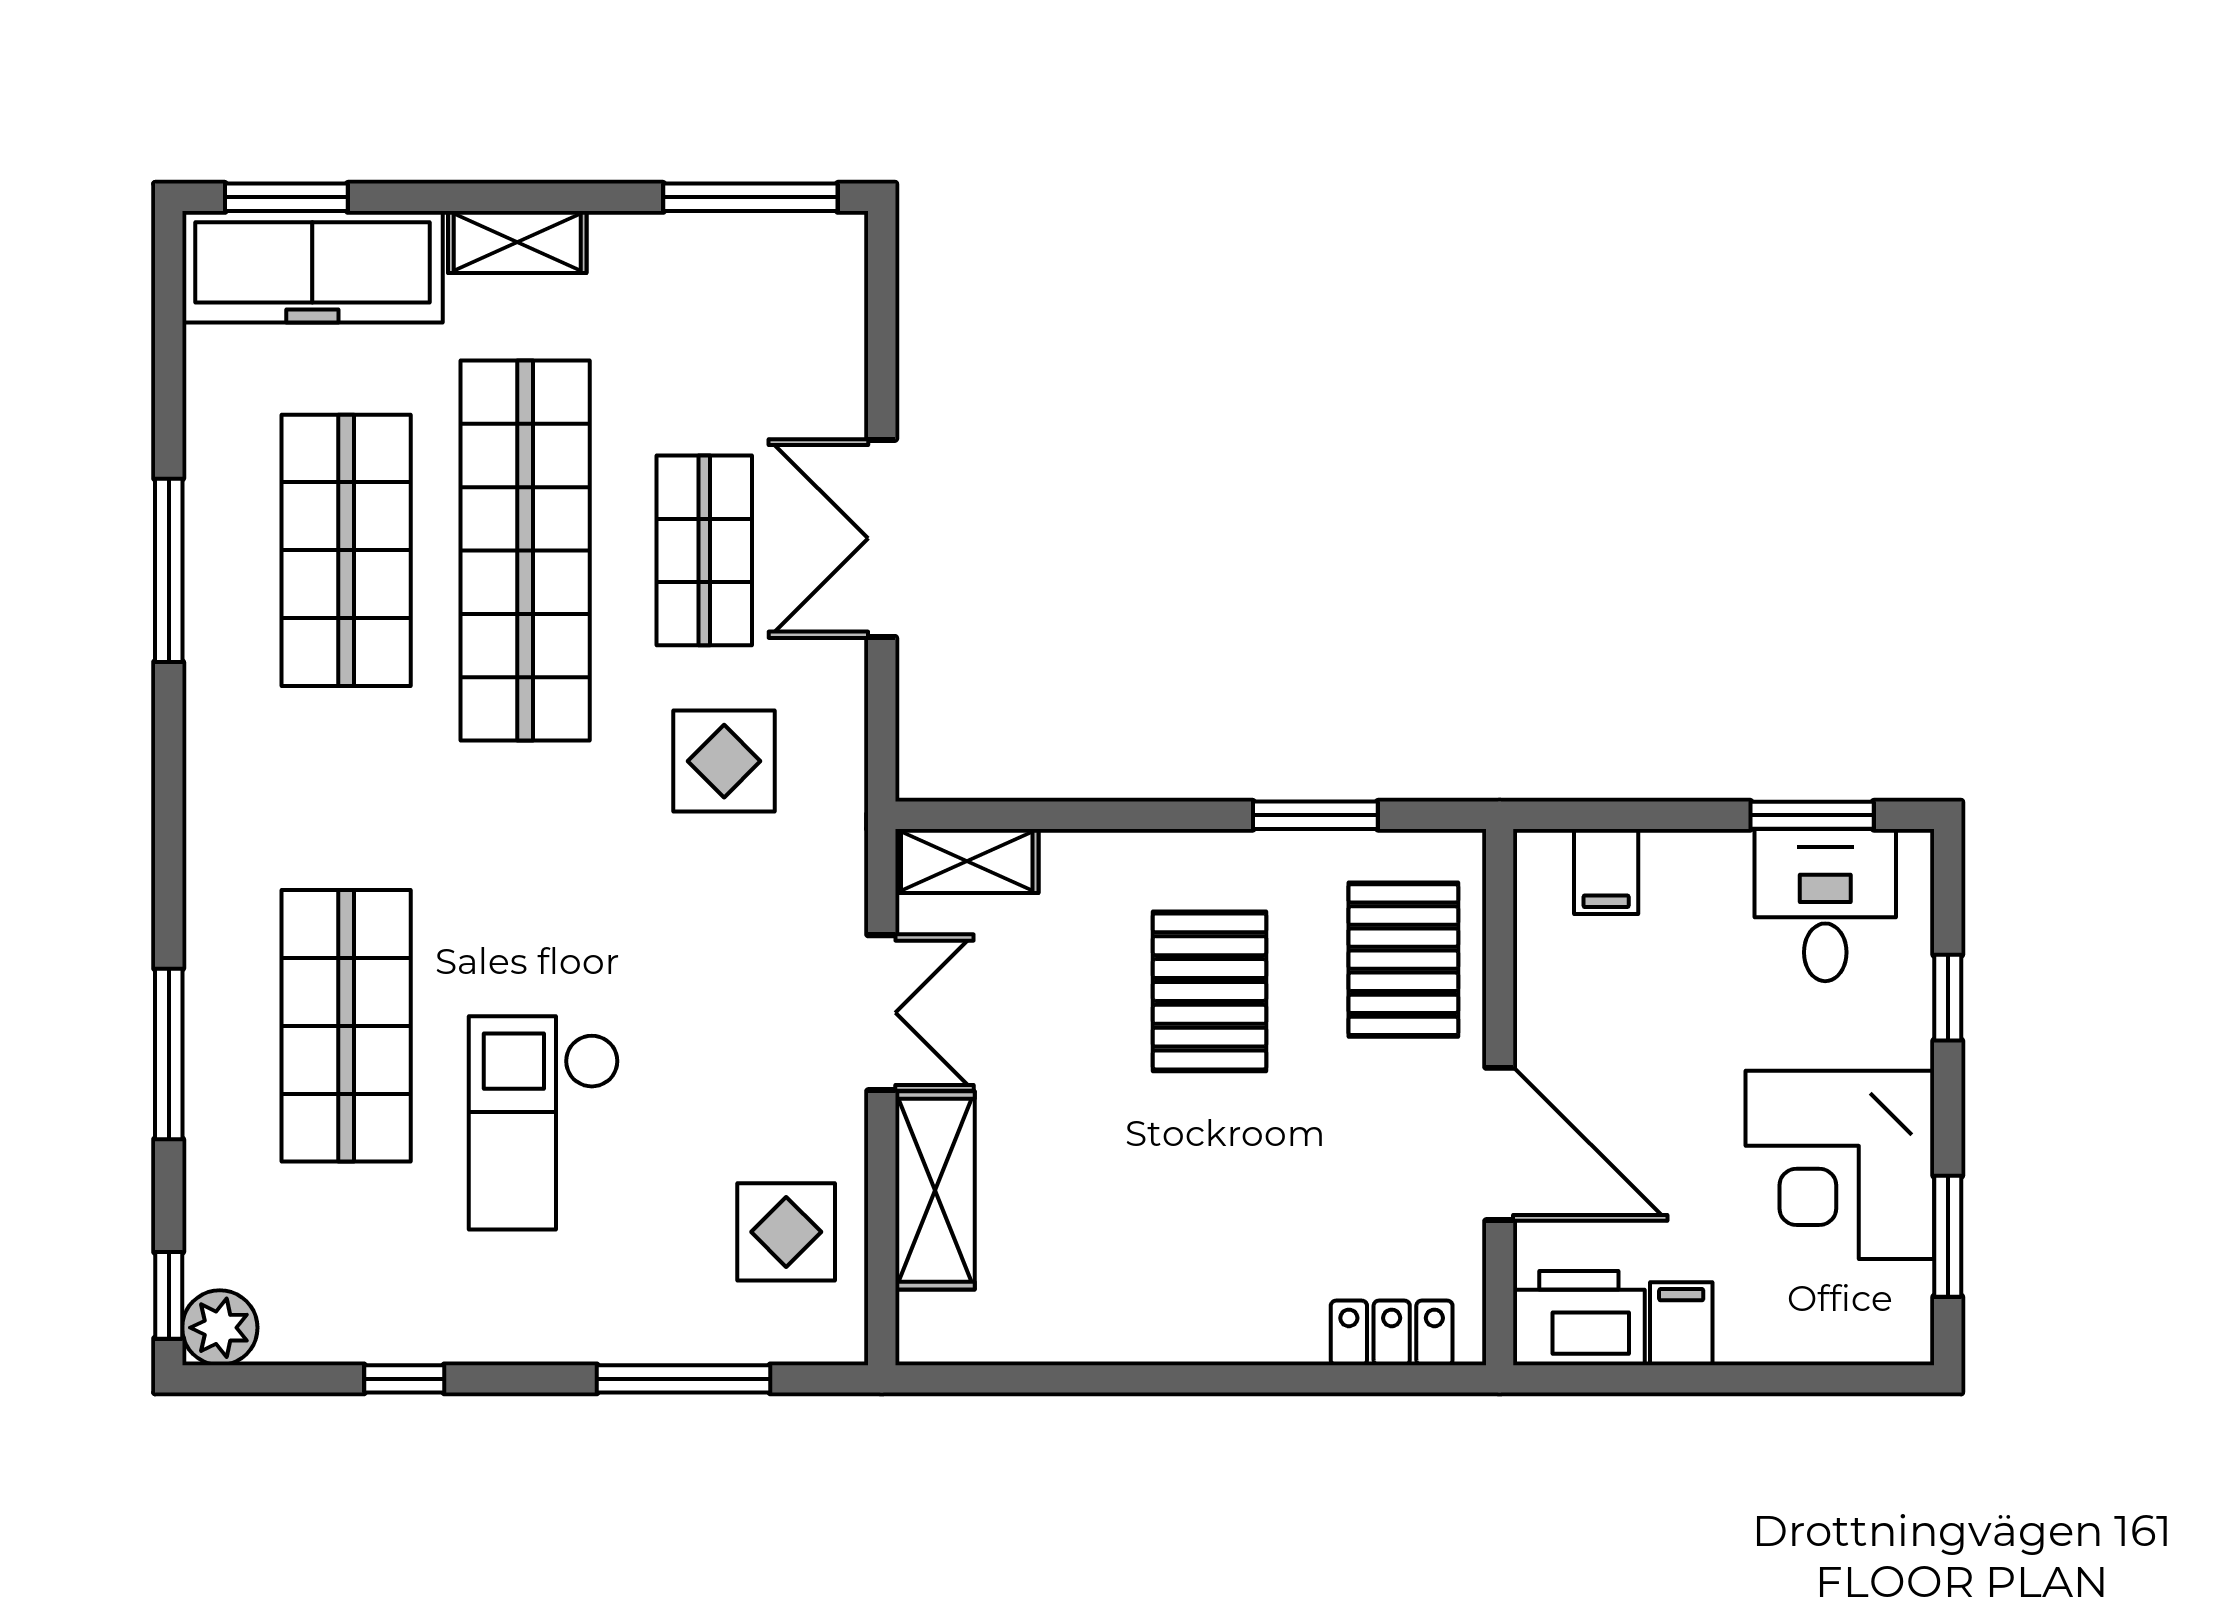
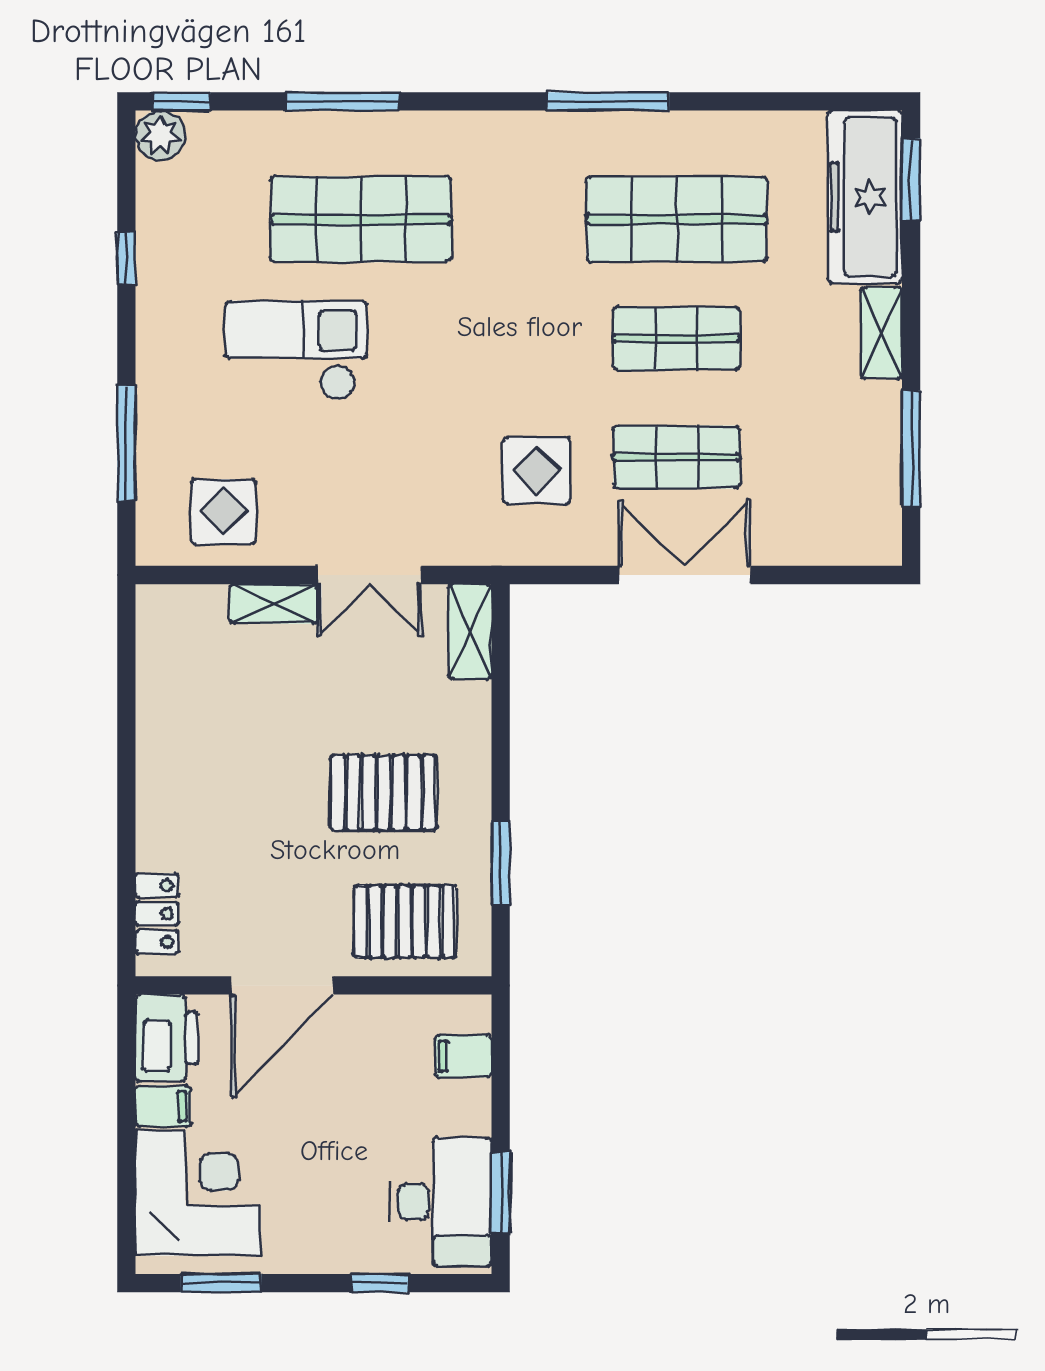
window: (750, 197) -> (911, 449), moved
shop shelf: (525, 550) -> (677, 338), width x0.50, depth x0.74
window: (169, 570) -> (608, 101), moved
desk: (1825, 905) -> (441, 1202), width x1.37
corner desk: (1840, 1165) -> (198, 1193), moved, turned 90
shelving: (935, 1190) -> (274, 604), width x0.67, depth x0.75

